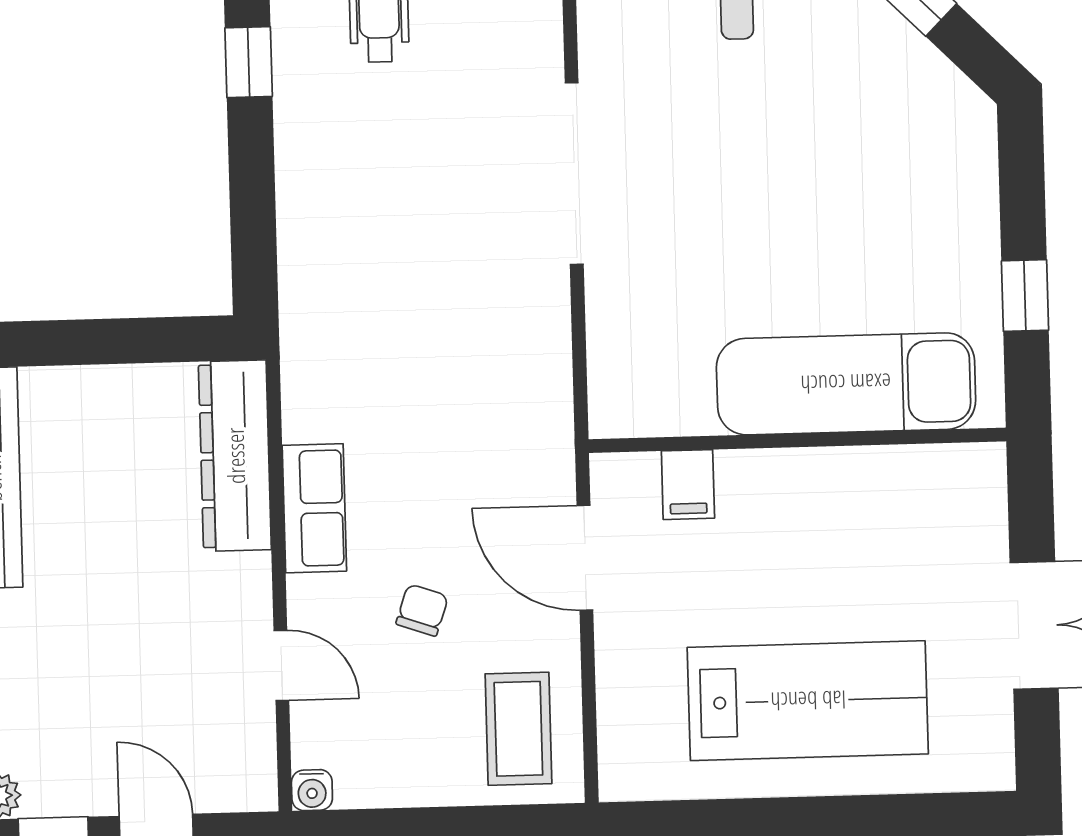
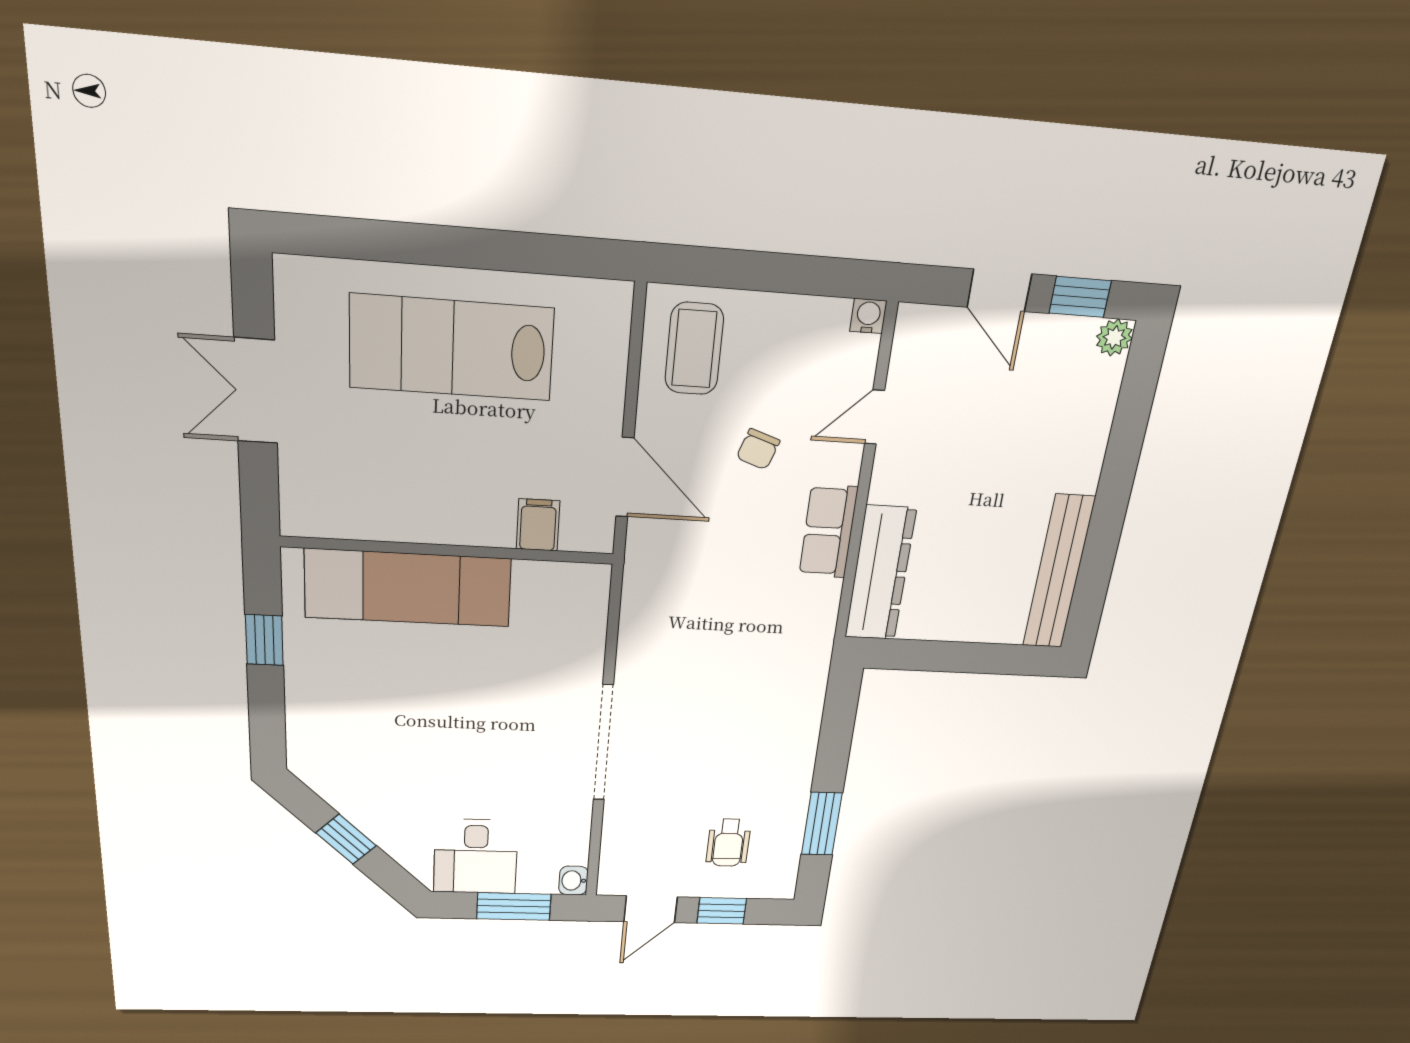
window: (249, 62) -> (822, 824), width x1.50
door: (281, 665) -> (875, 417), hinge flipped

